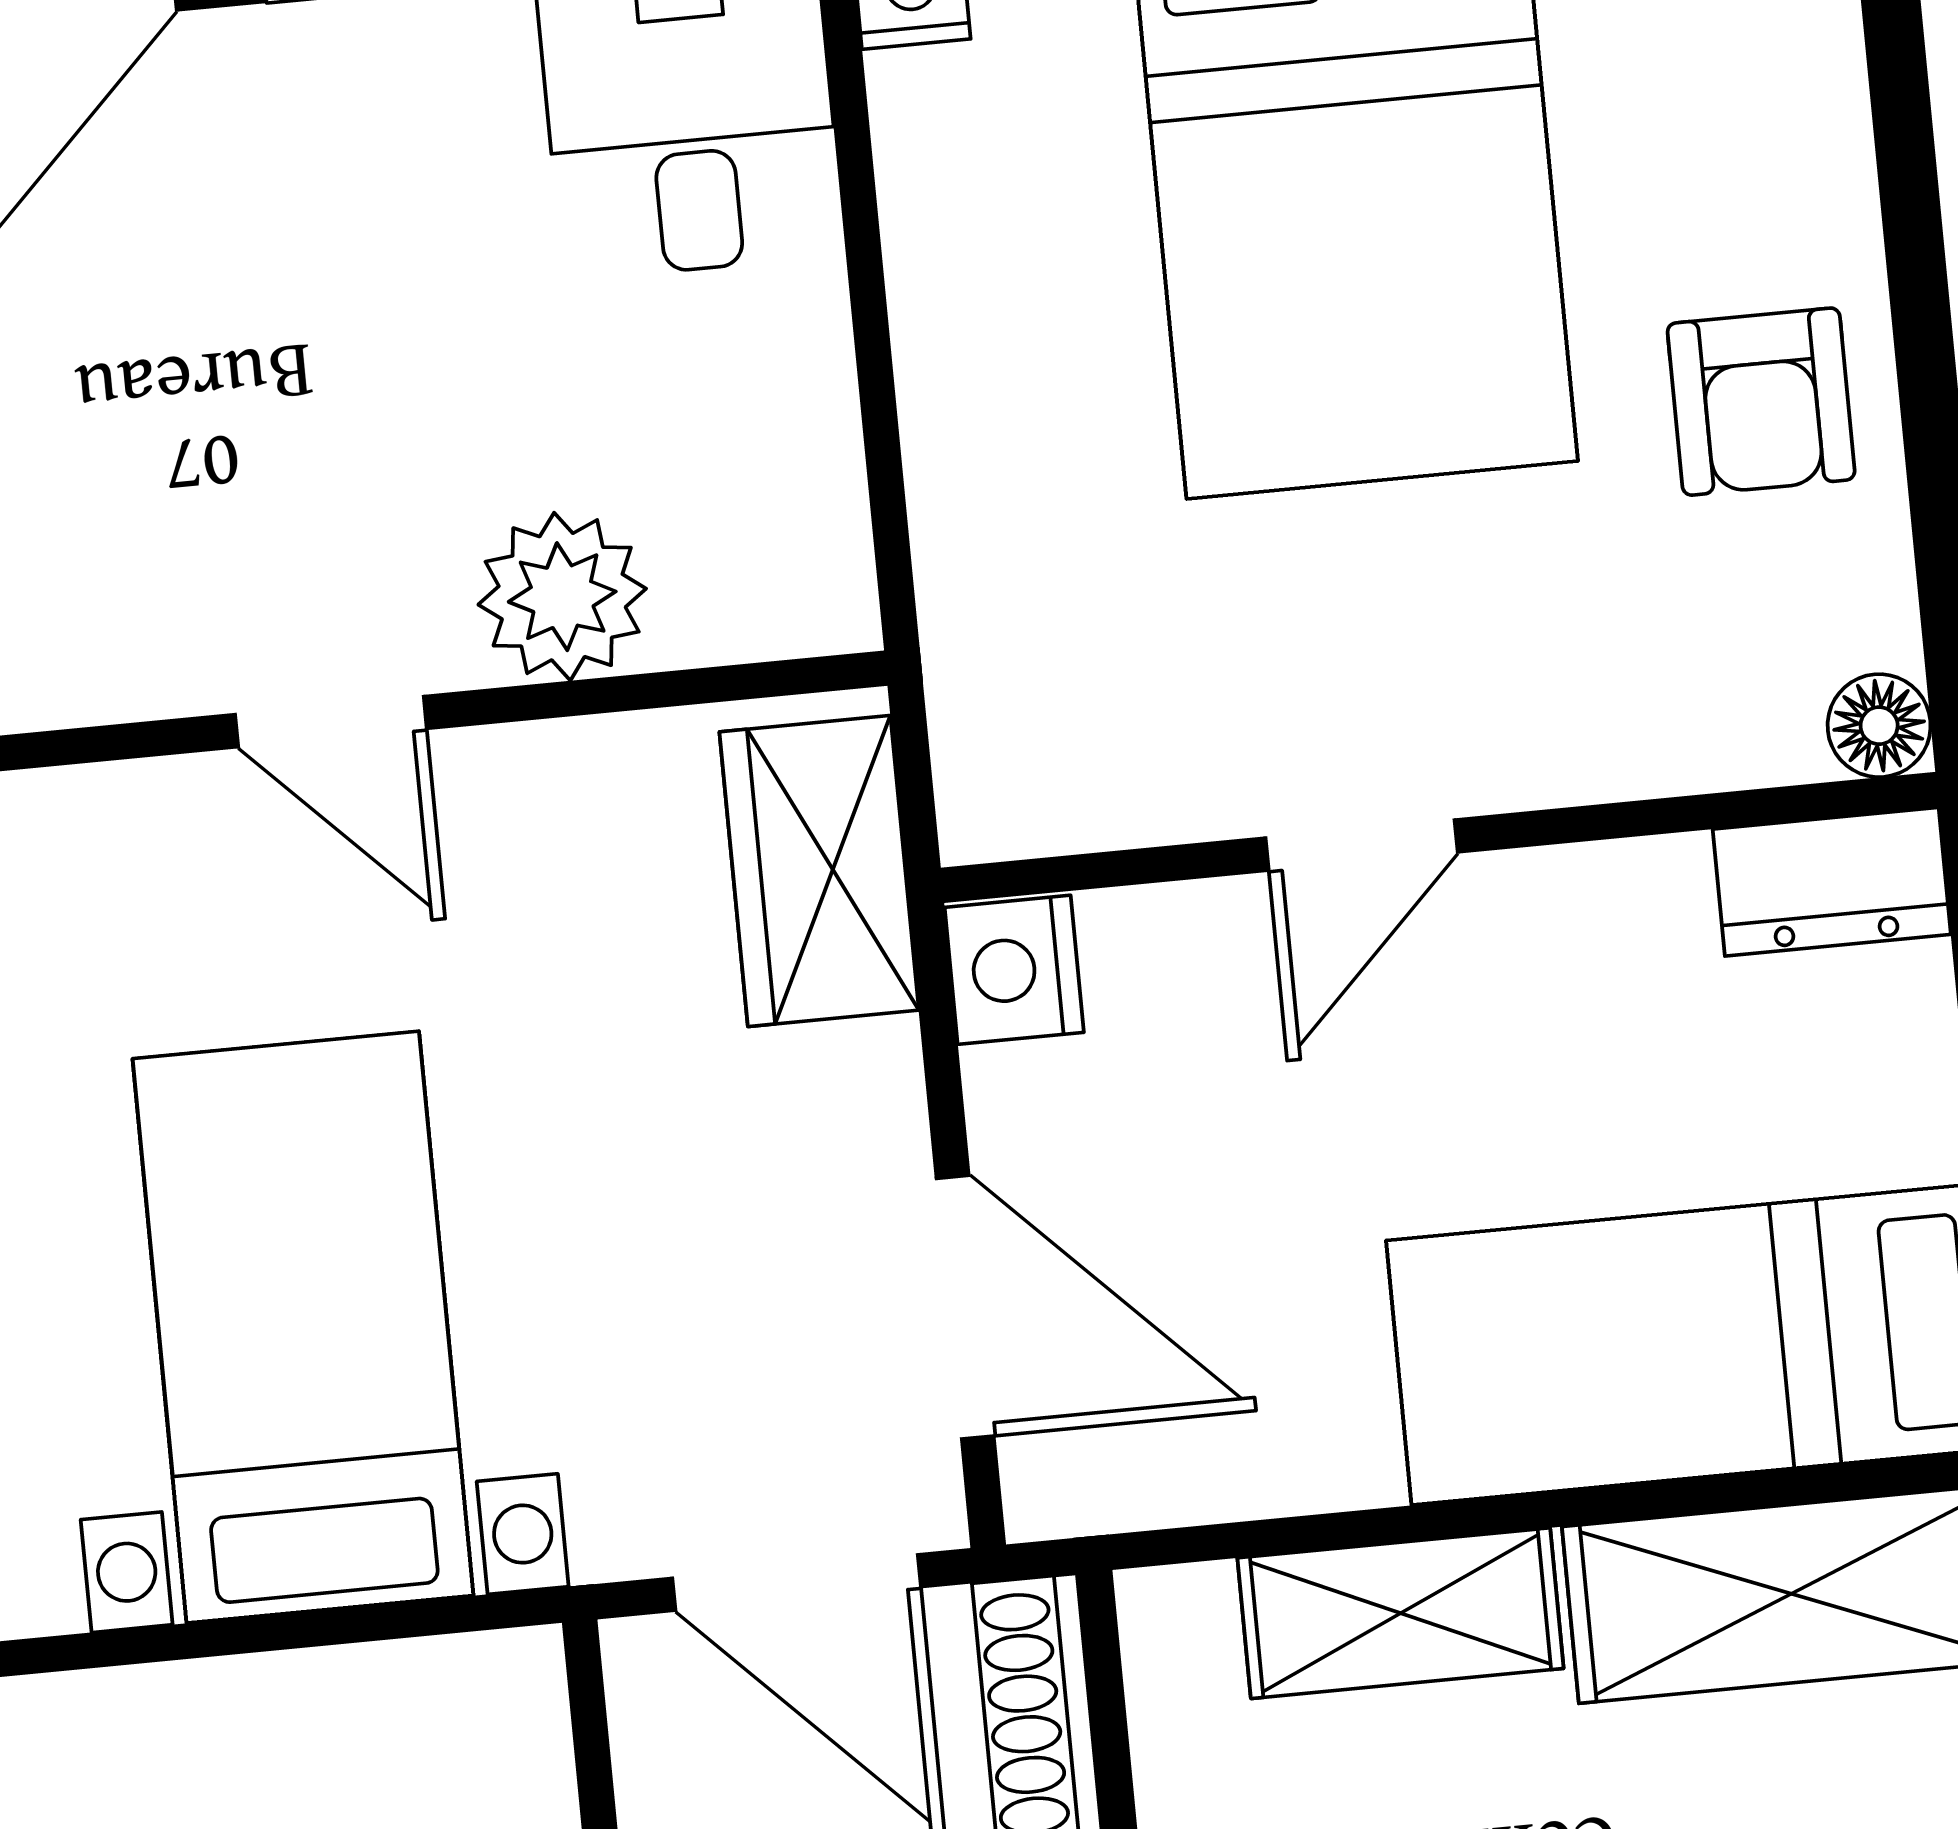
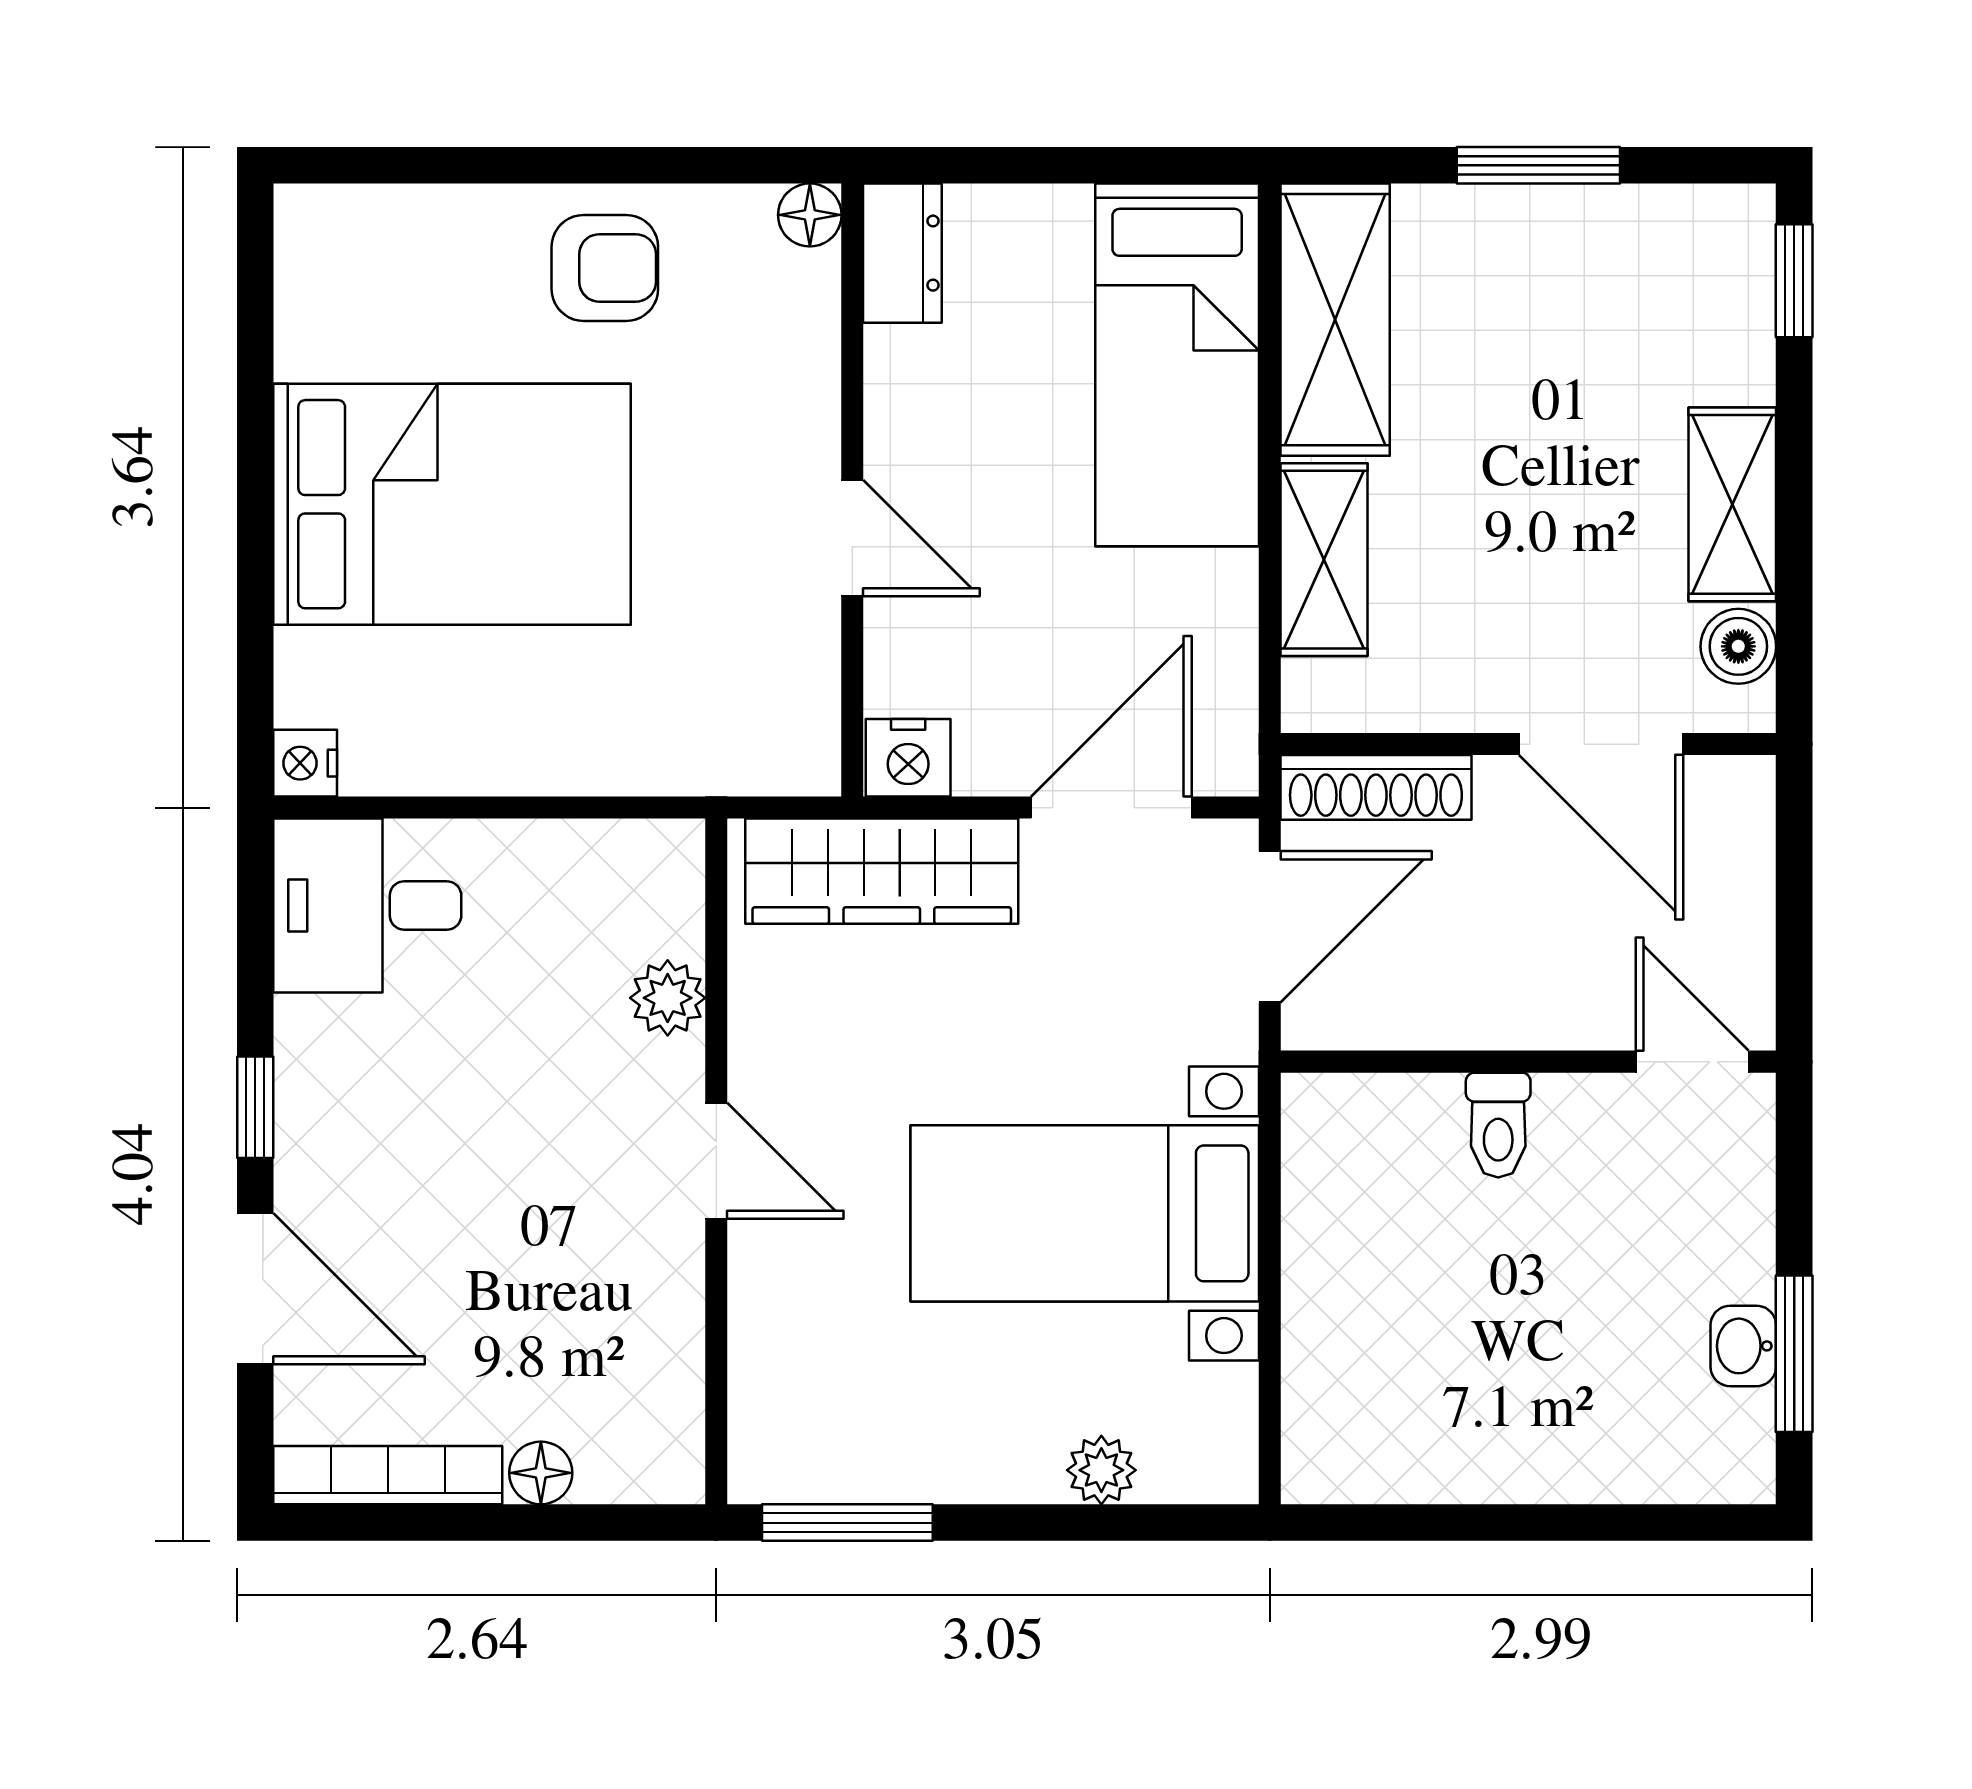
plant: (562, 597) -> (668, 998), width x0.73, depth x0.73
door: (331, 722) -> (716, 1161), hinge flipped
wardrobe: (819, 871) -> (882, 871), width x1.50

